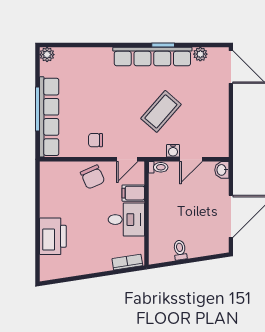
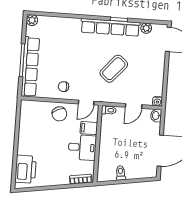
water cooler: (173, 151) -> (157, 101), moved
printer: (53, 236) -> (26, 169), moved

